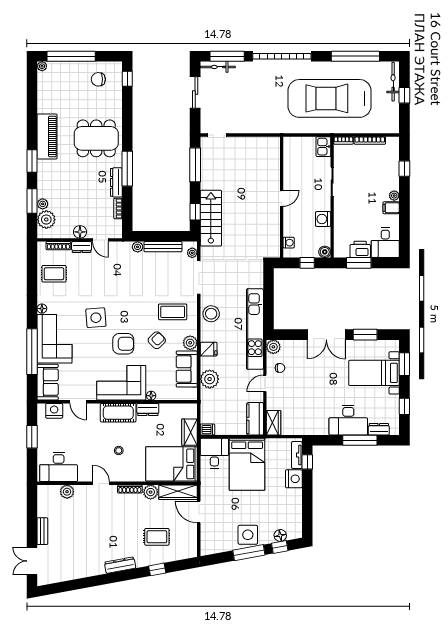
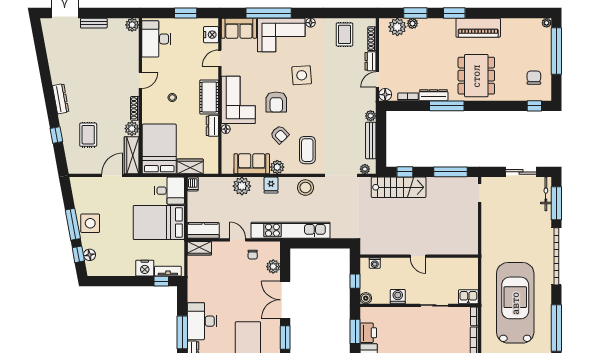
floor lamp: (80, 232) -> (385, 95), moved
plant: (273, 347) -> (273, 267), moved
plant: (67, 492) -> (132, 25), moved

